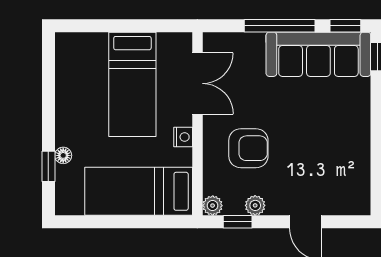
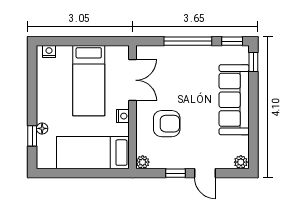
nightstand: (73, 41) -> (49, 52), added
sofa: (318, 54) -> (234, 100), moved, turned 90
plant: (255, 205) -> (241, 162), moved
window: (238, 222) -> (175, 173), moved

